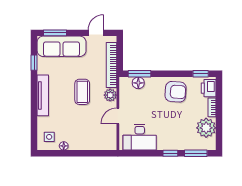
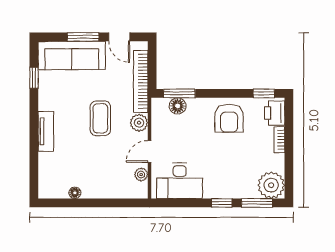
window: (55, 33) -> (83, 37), moved
door: (96, 33) -> (119, 37), swing flipped
armchair: (176, 92) -> (229, 118), turned 86
tv unit: (43, 95) -> (46, 131), width x0.71
plant: (206, 128) -> (271, 185), moved
plant: (112, 133) -> (141, 175), added
side table: (49, 137) -> (55, 180), removed

